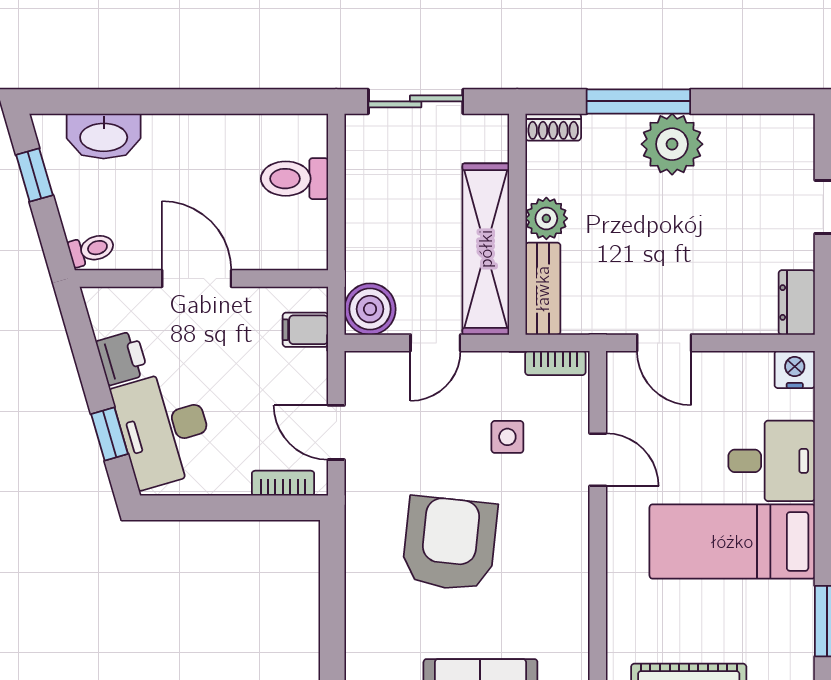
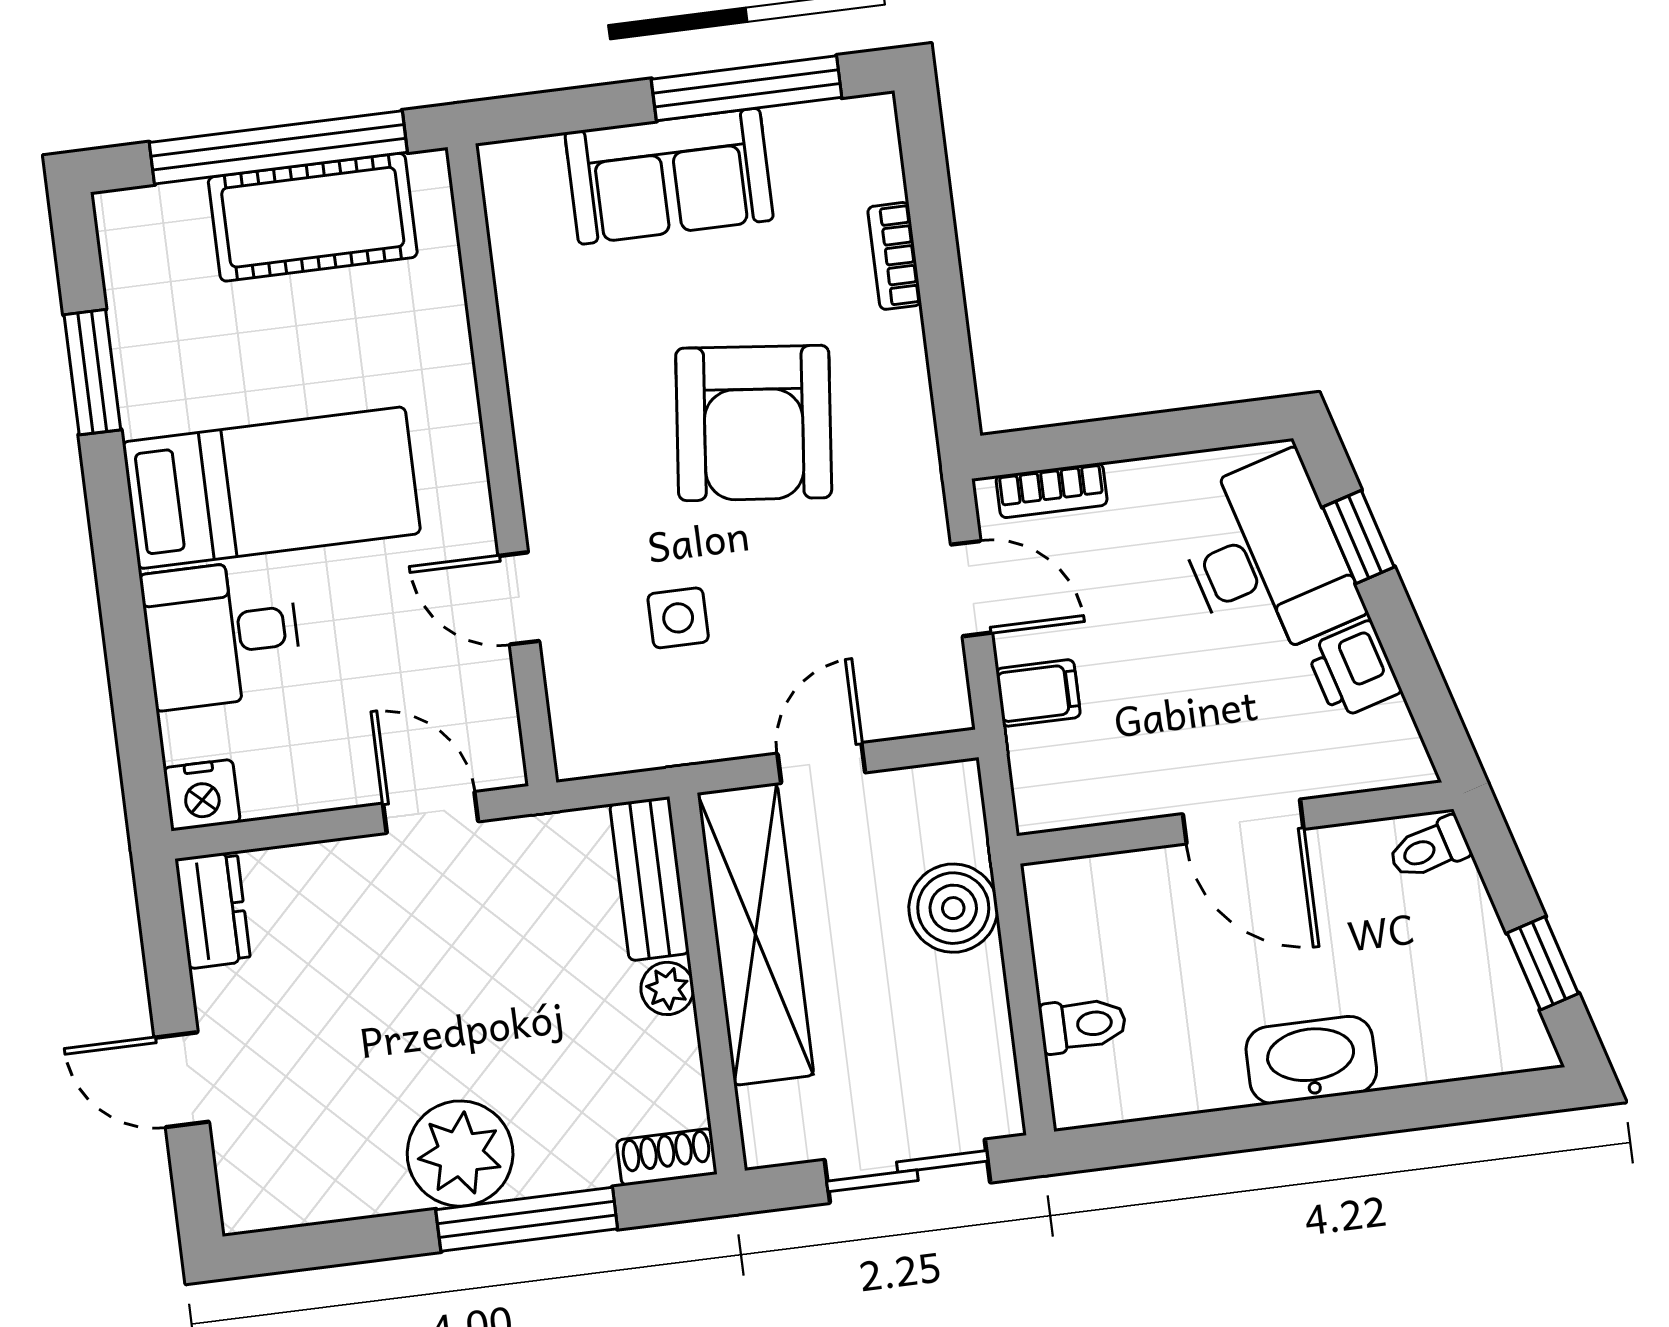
washbasin: (104, 136) -> (1311, 1060), moved
toilet: (295, 179) -> (1083, 1025), width x0.73, depth x0.72
plant: (546, 218) -> (667, 988), width x0.73, depth x0.73
boiler: (370, 309) -> (953, 908), moved
filing cabinet: (305, 330) -> (1038, 693), moved
bookcase: (555, 363) -> (895, 256), moved, turned -90

